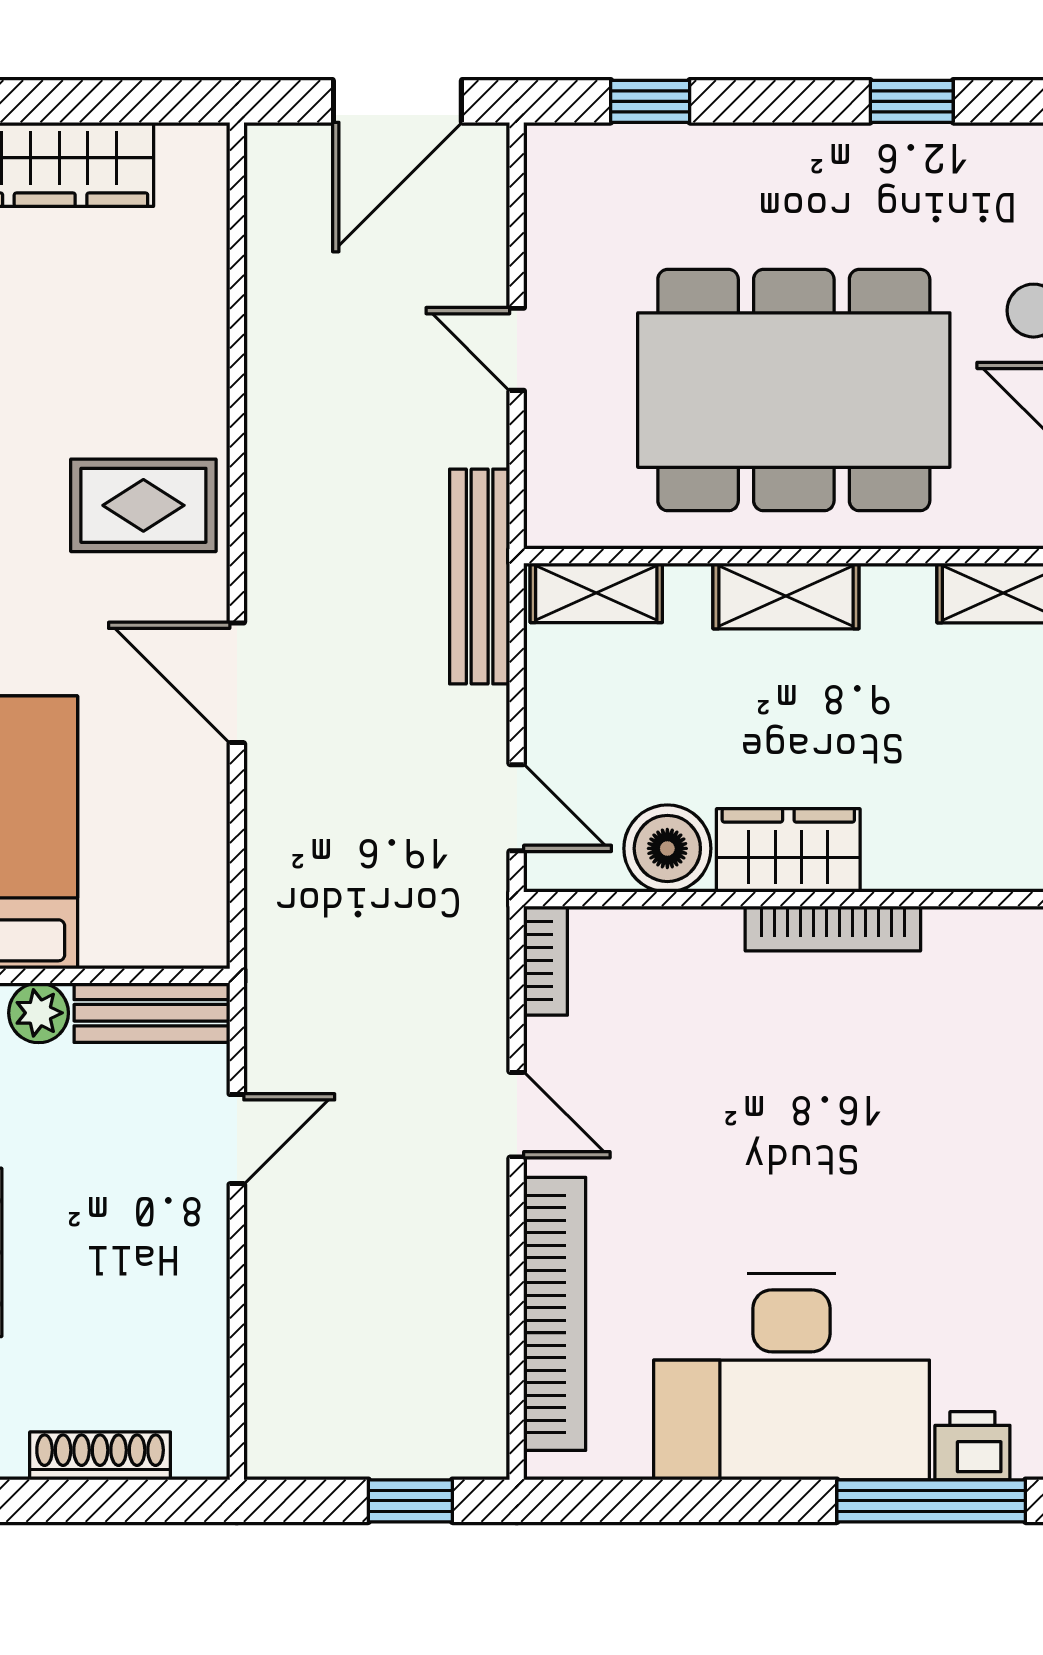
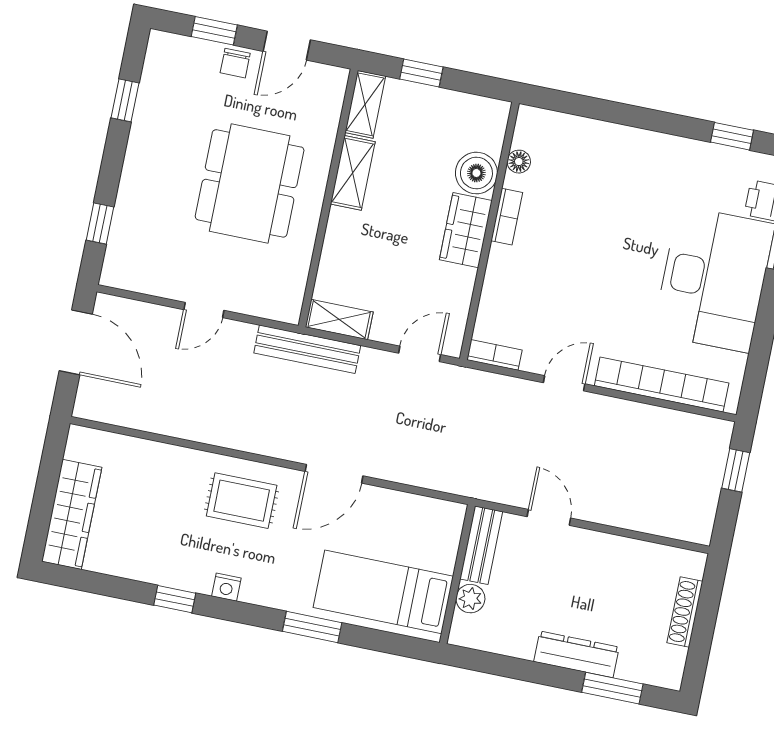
dining table: (794, 390) -> (250, 183), width x0.73, depth x0.80
rug: (143, 505) -> (242, 501), turned 90
shelving: (596, 593) -> (339, 320), moved, turned 90
shelving: (786, 596) -> (353, 173), moved
boiler: (667, 848) -> (476, 173), moved
bookcase: (833, 928) -> (507, 217), width x0.64
floor lamp: (950, 930) -> (519, 162), added

